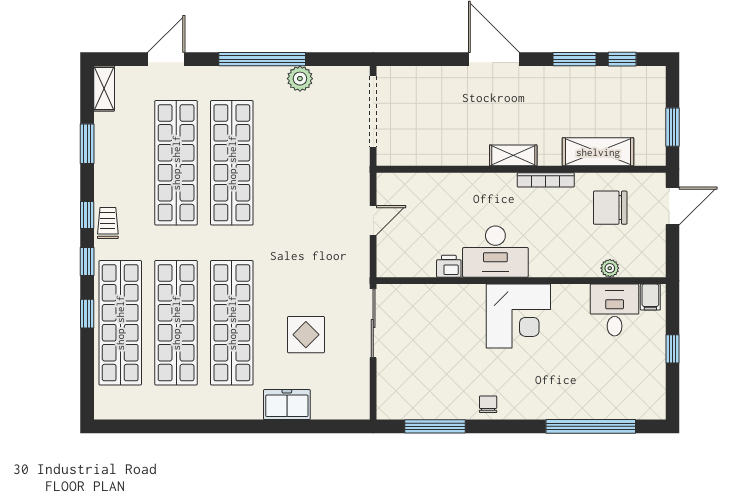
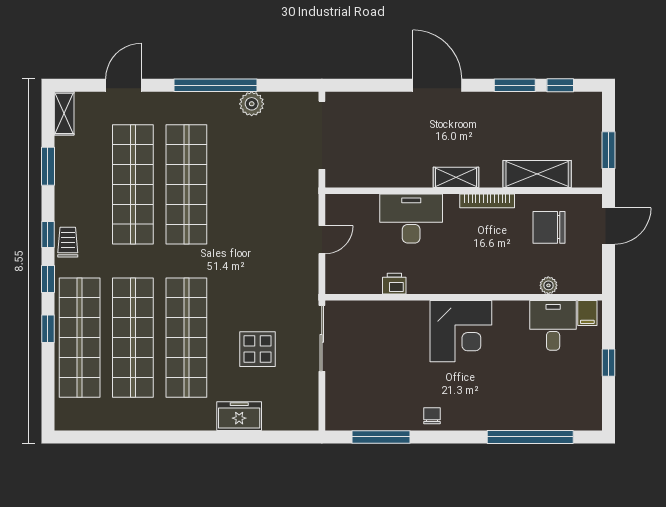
desk: (495, 252) -> (411, 219), moved, turned 180

